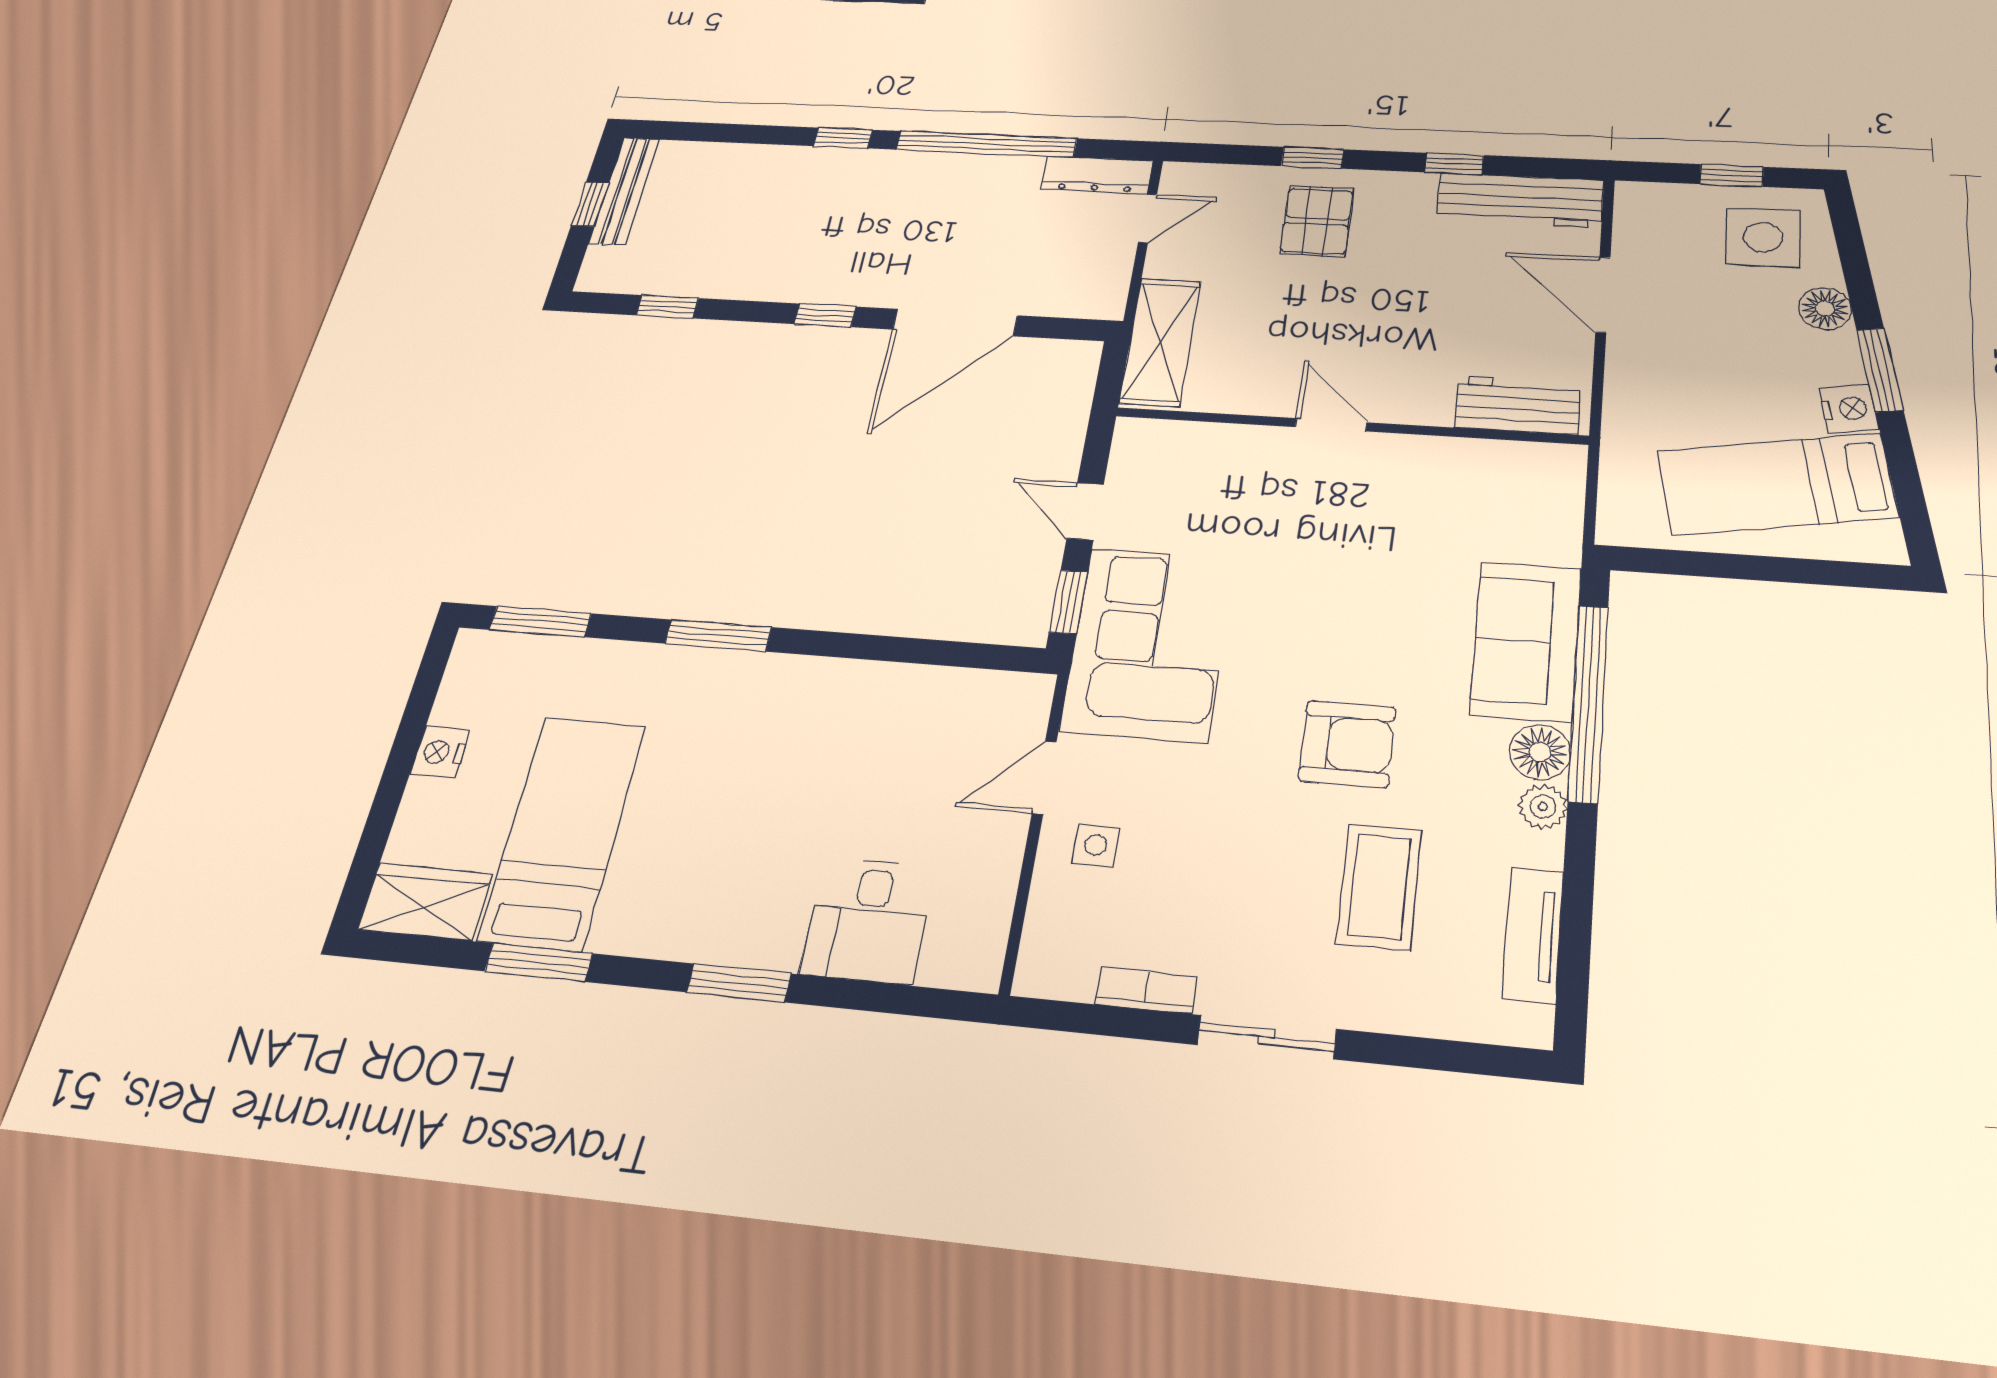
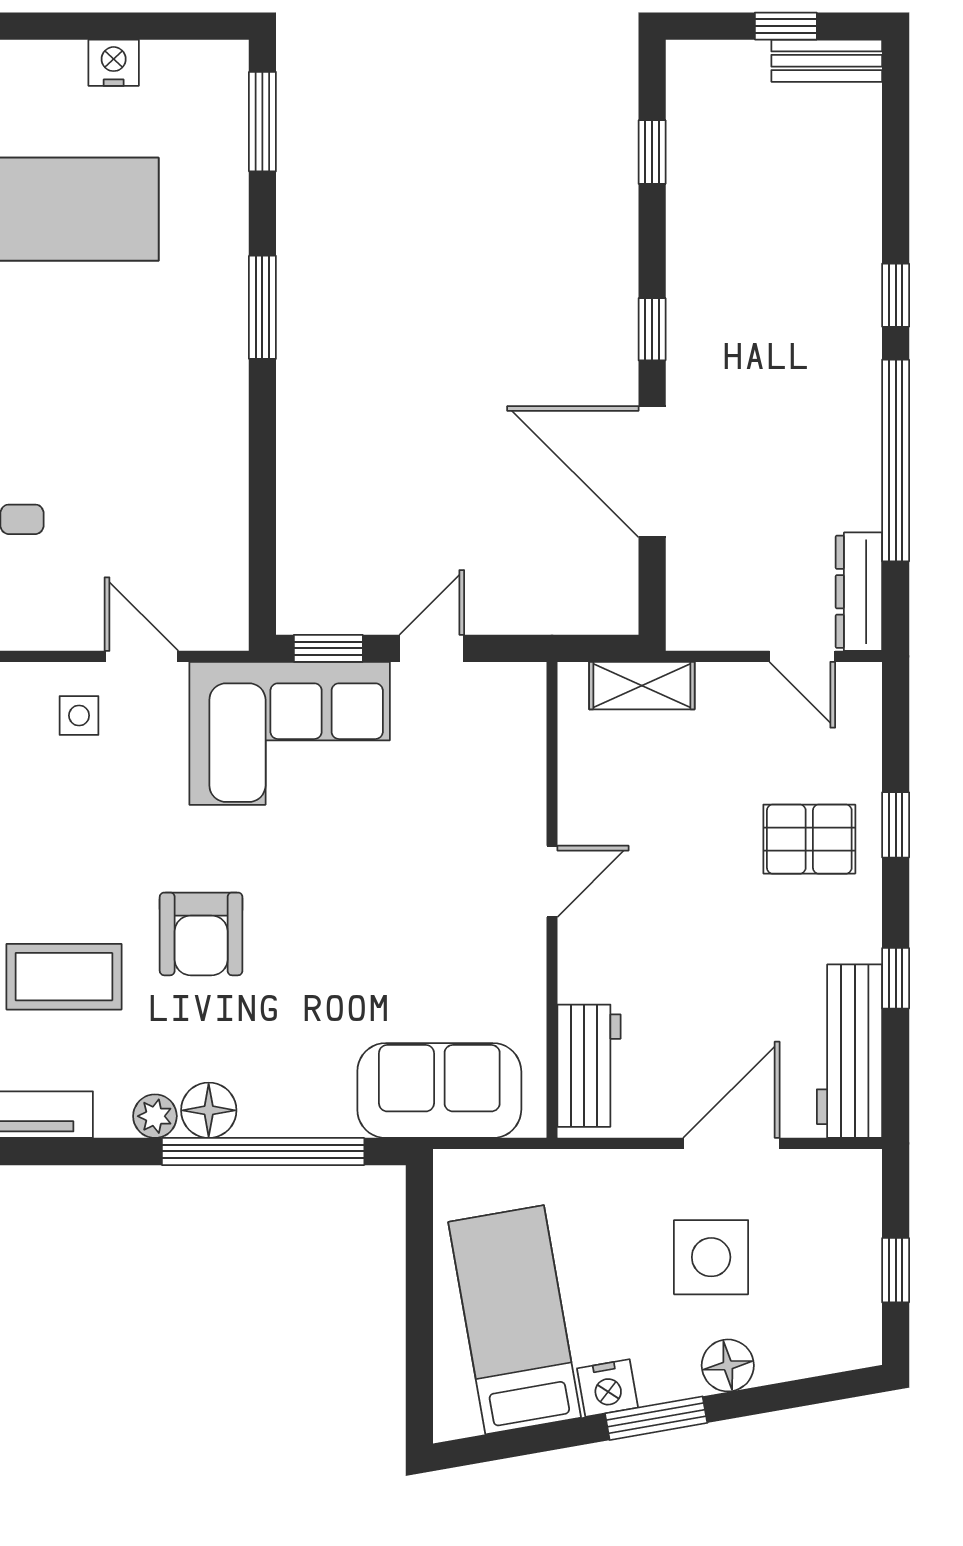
bench: (624, 191) -> (827, 61), width x0.73
side table: (1763, 237) -> (711, 1257), moved
shelving: (1160, 342) -> (642, 686), width x0.67, depth x0.75
sofa: (1526, 641) -> (439, 1091), moved

